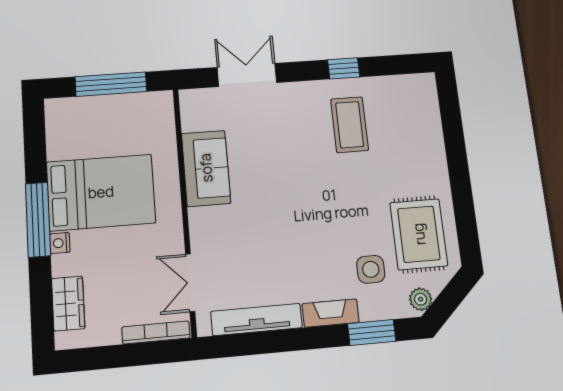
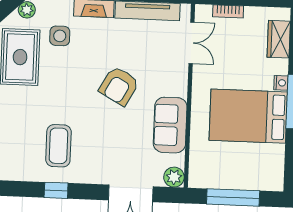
plant: (193, 102) -> (174, 177), added
armchair: (281, 212) -> (119, 86), added
bookcase: (156, 332) -> (228, 11), width x0.64

